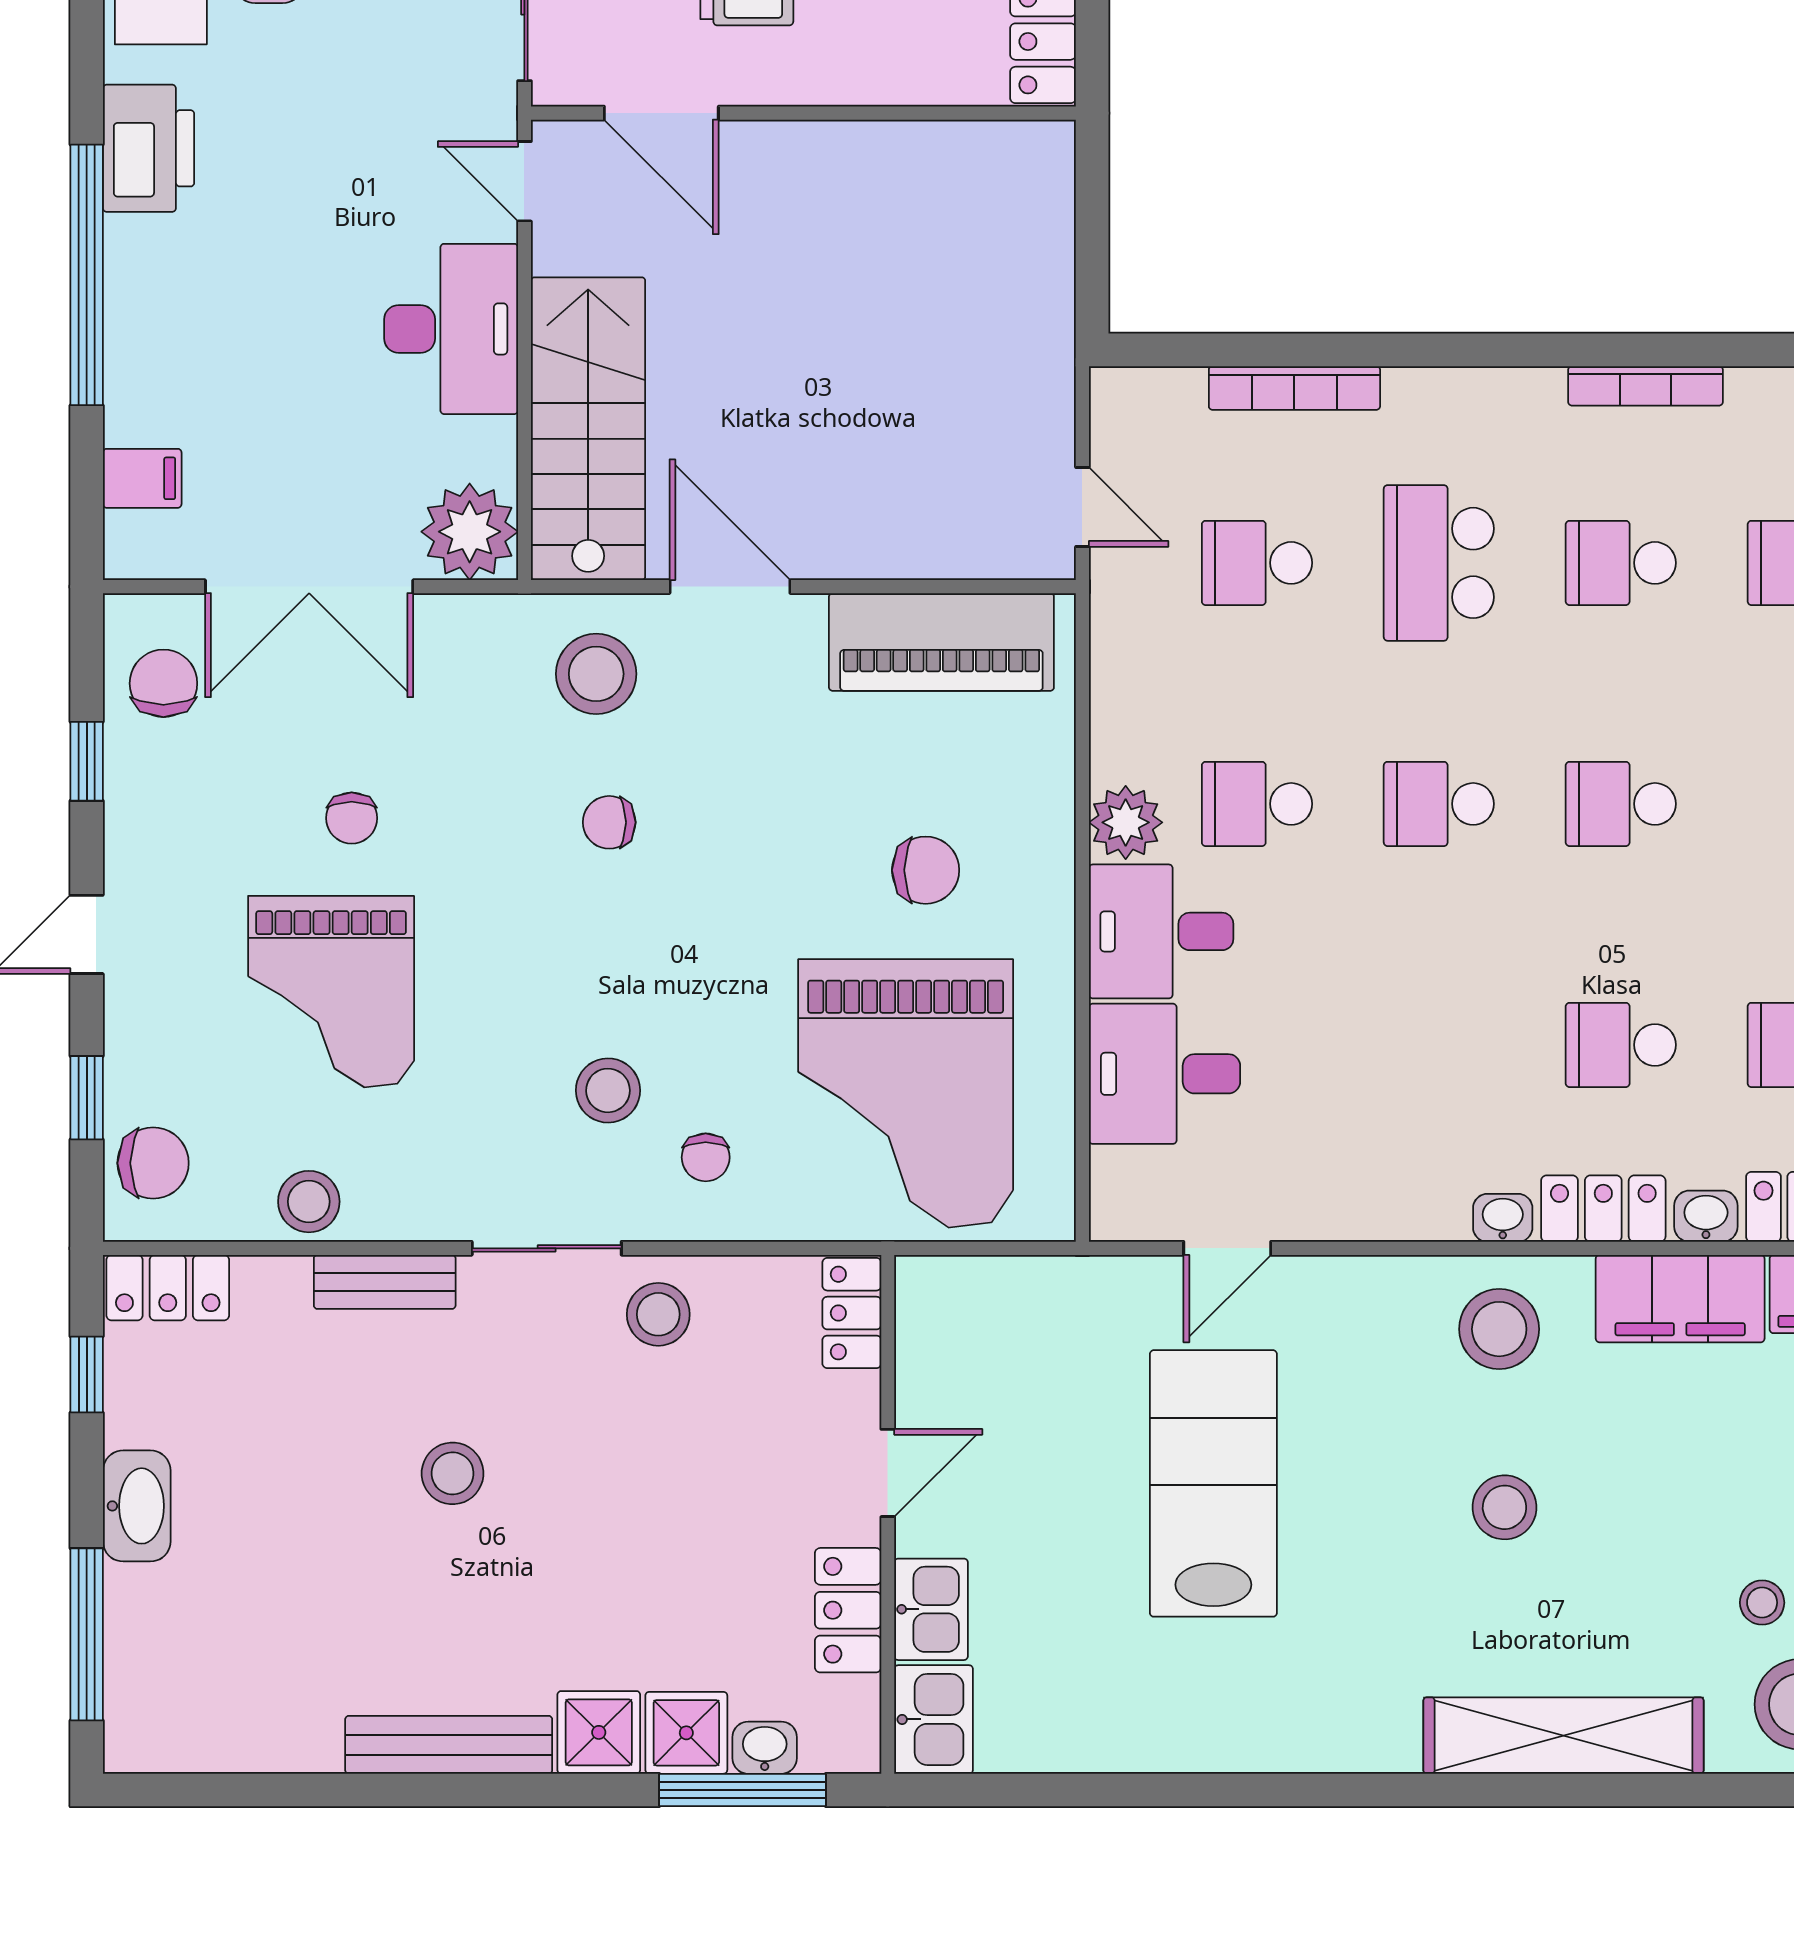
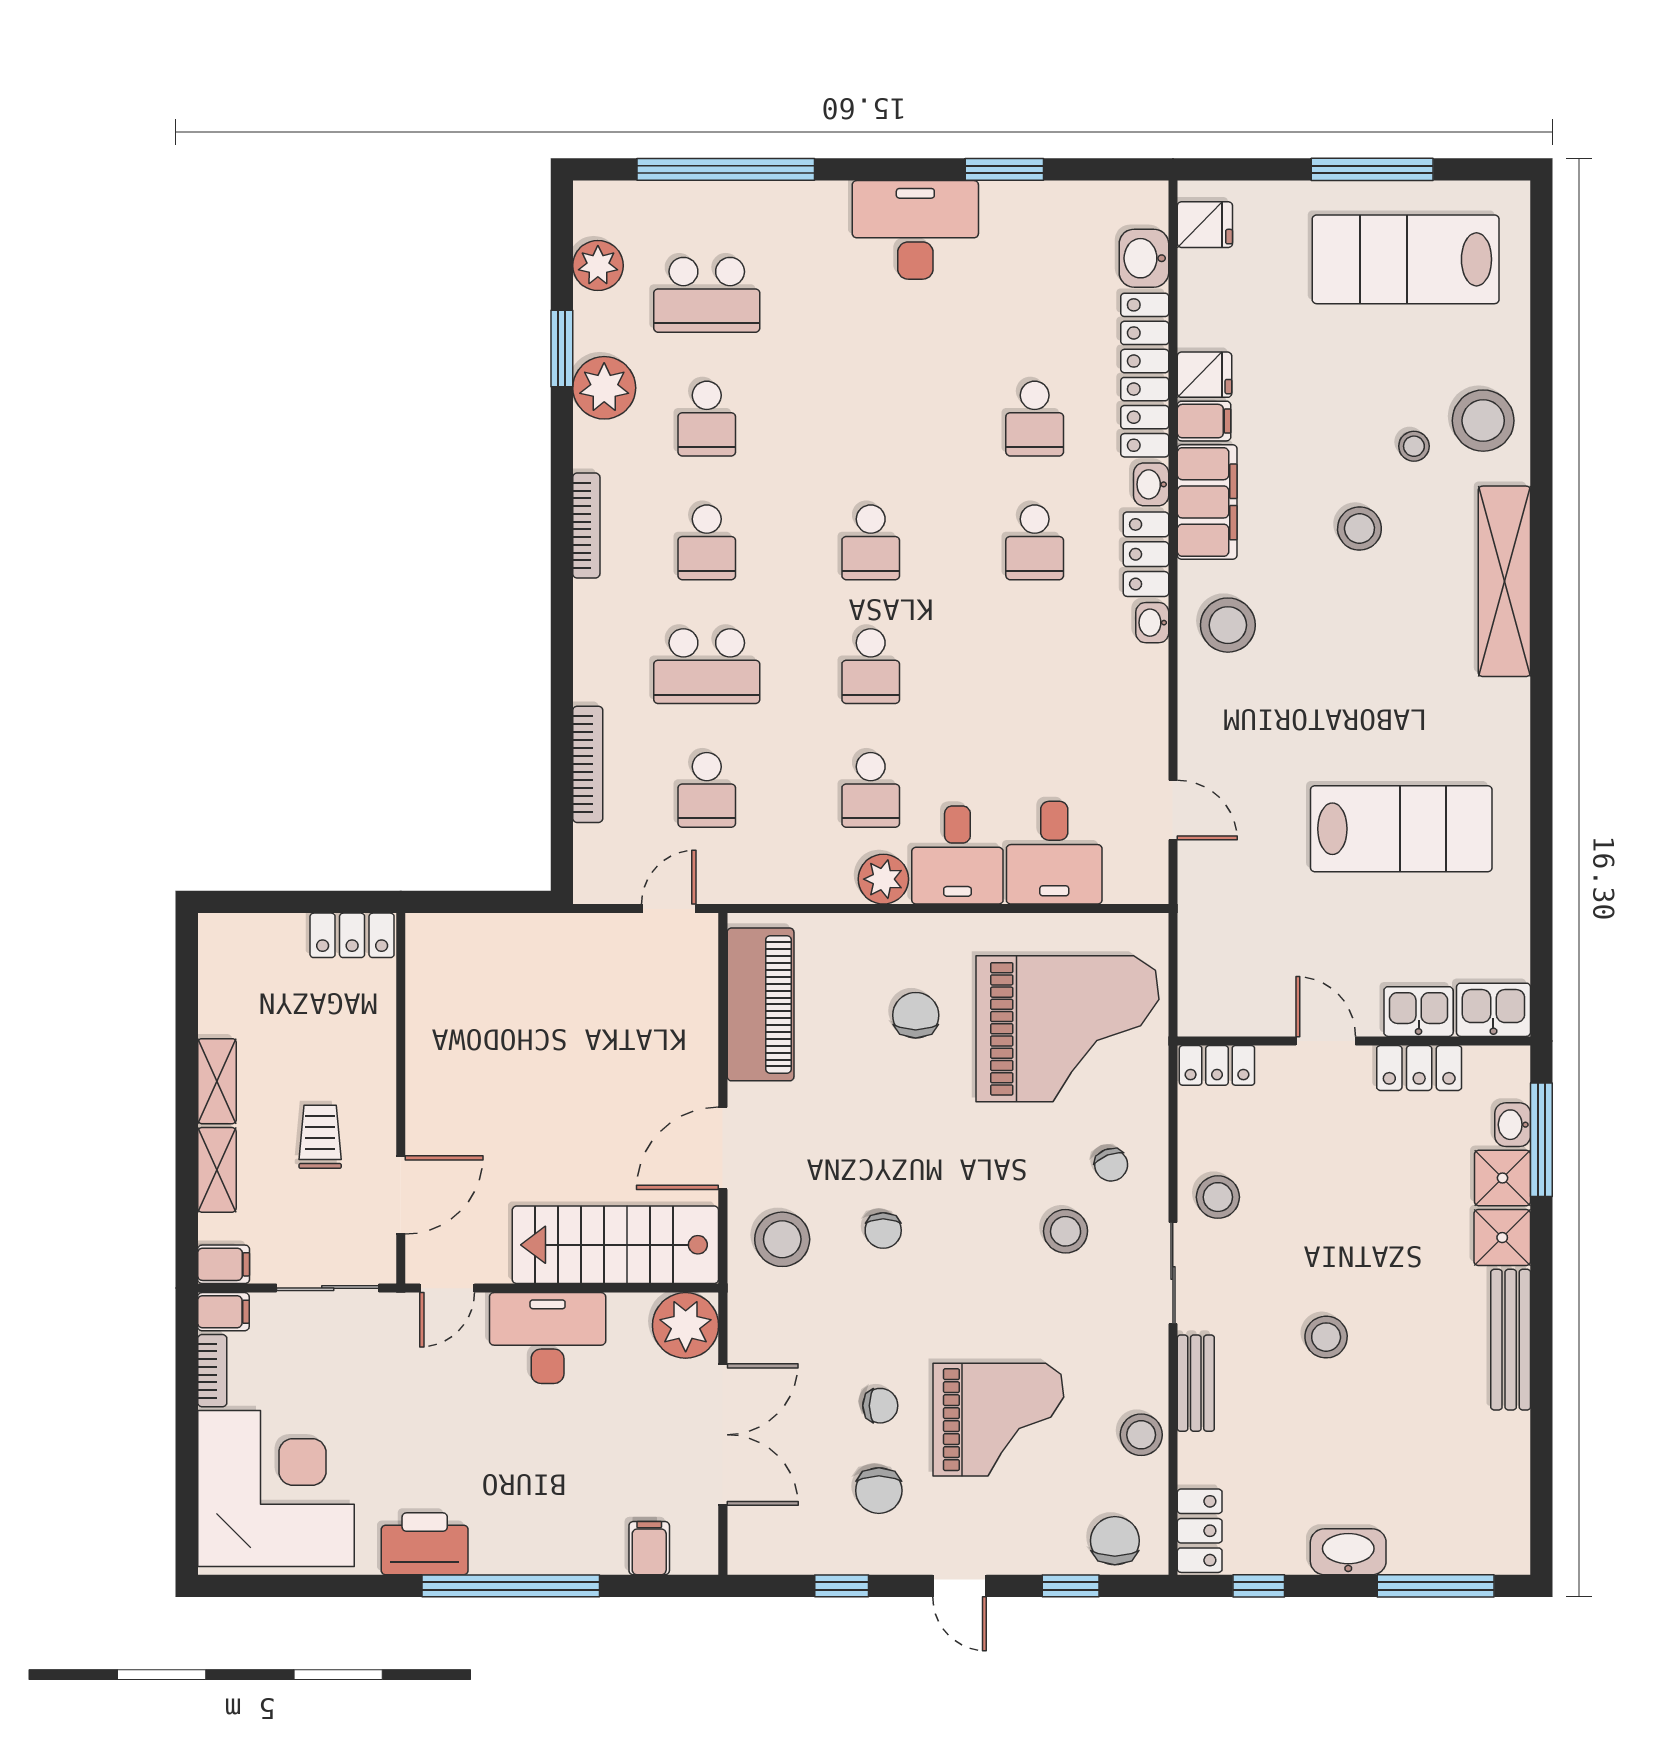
chair: (163, 683) -> (879, 1491), moved, turned -90
chair: (706, 1157) -> (1111, 1165), turned 69
lab bench: (1213, 1483) -> (1401, 829), moved, turned 180
stool: (1504, 1507) -> (1359, 528), moved

